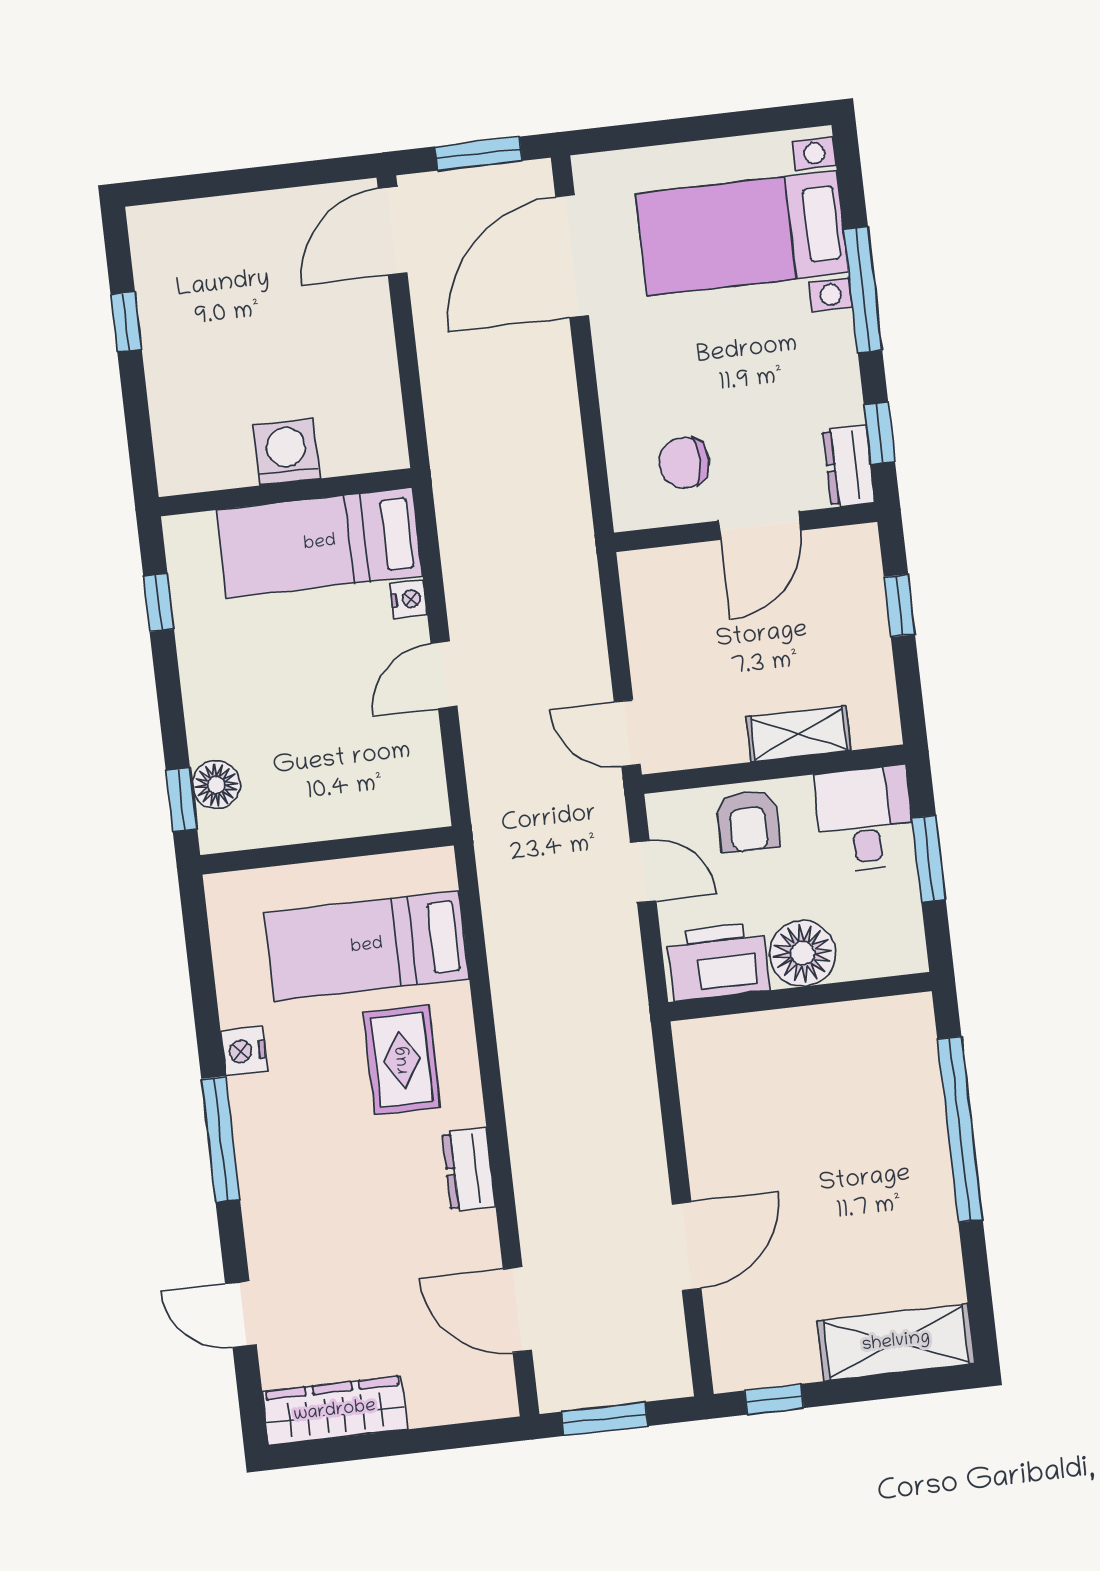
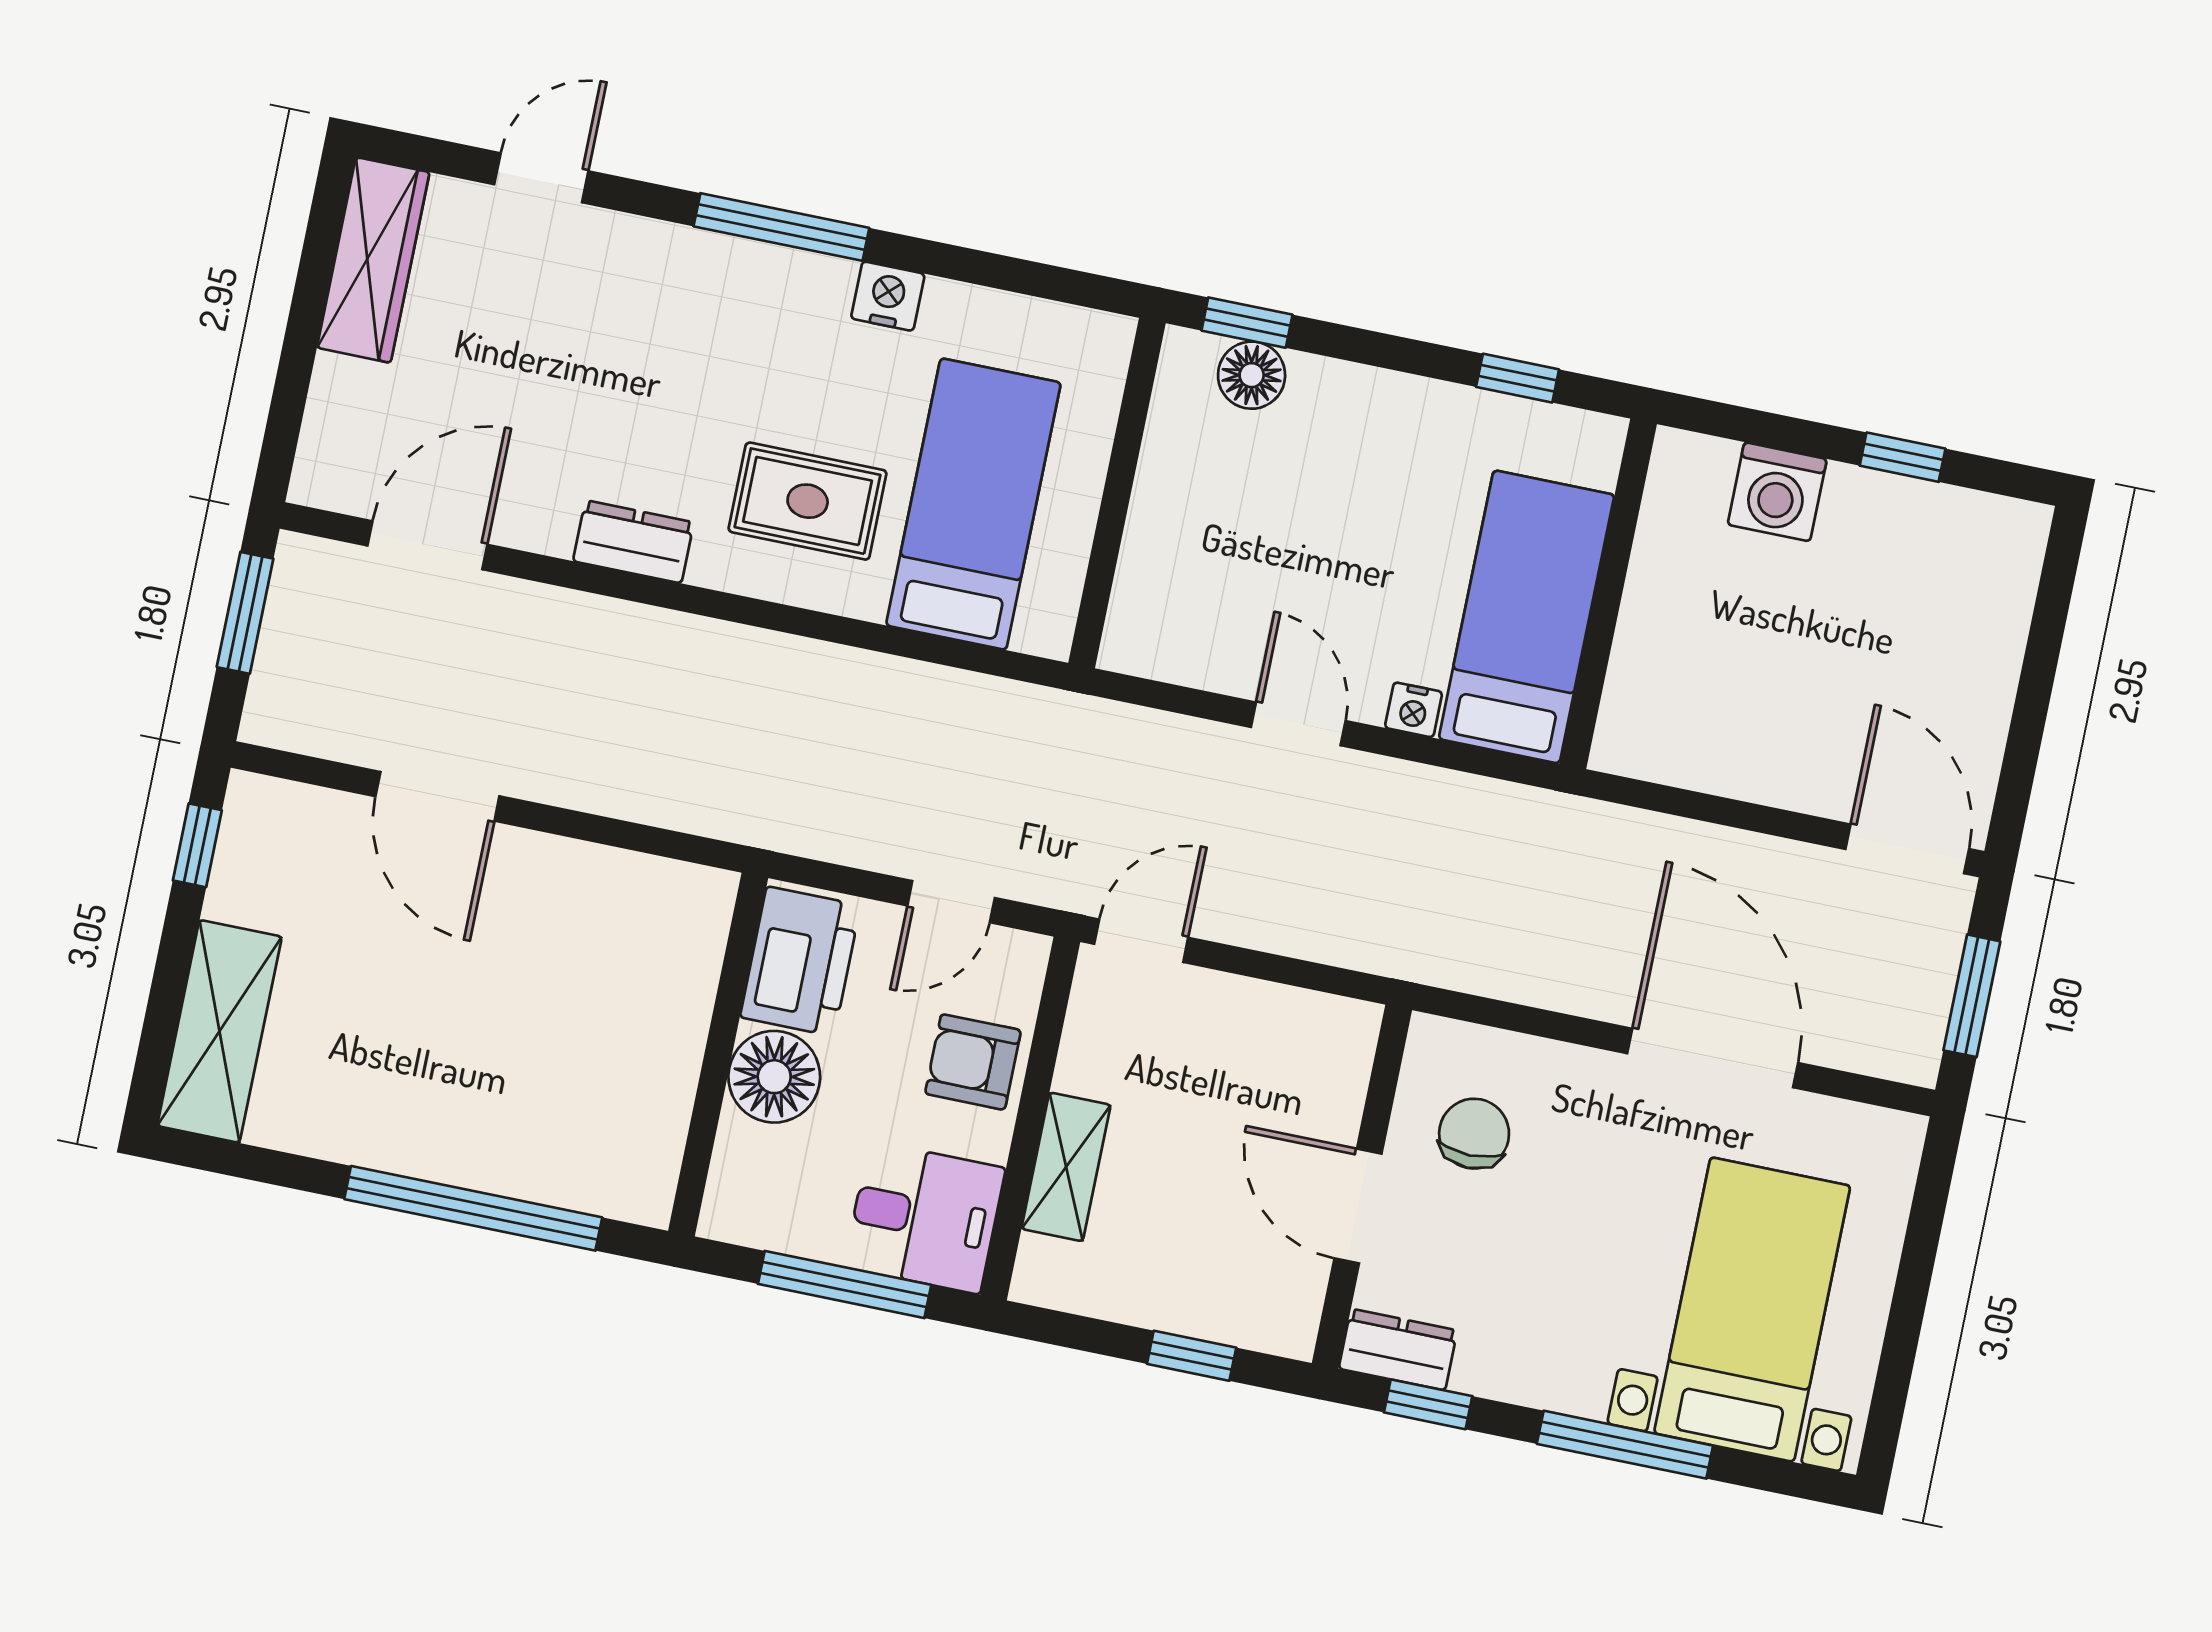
door: (572, 256) -> (1713, 1058), moved
washing machine: (287, 452) -> (1777, 492), moved, turned 90
window: (929, 859) -> (845, 1284), width x1.44

